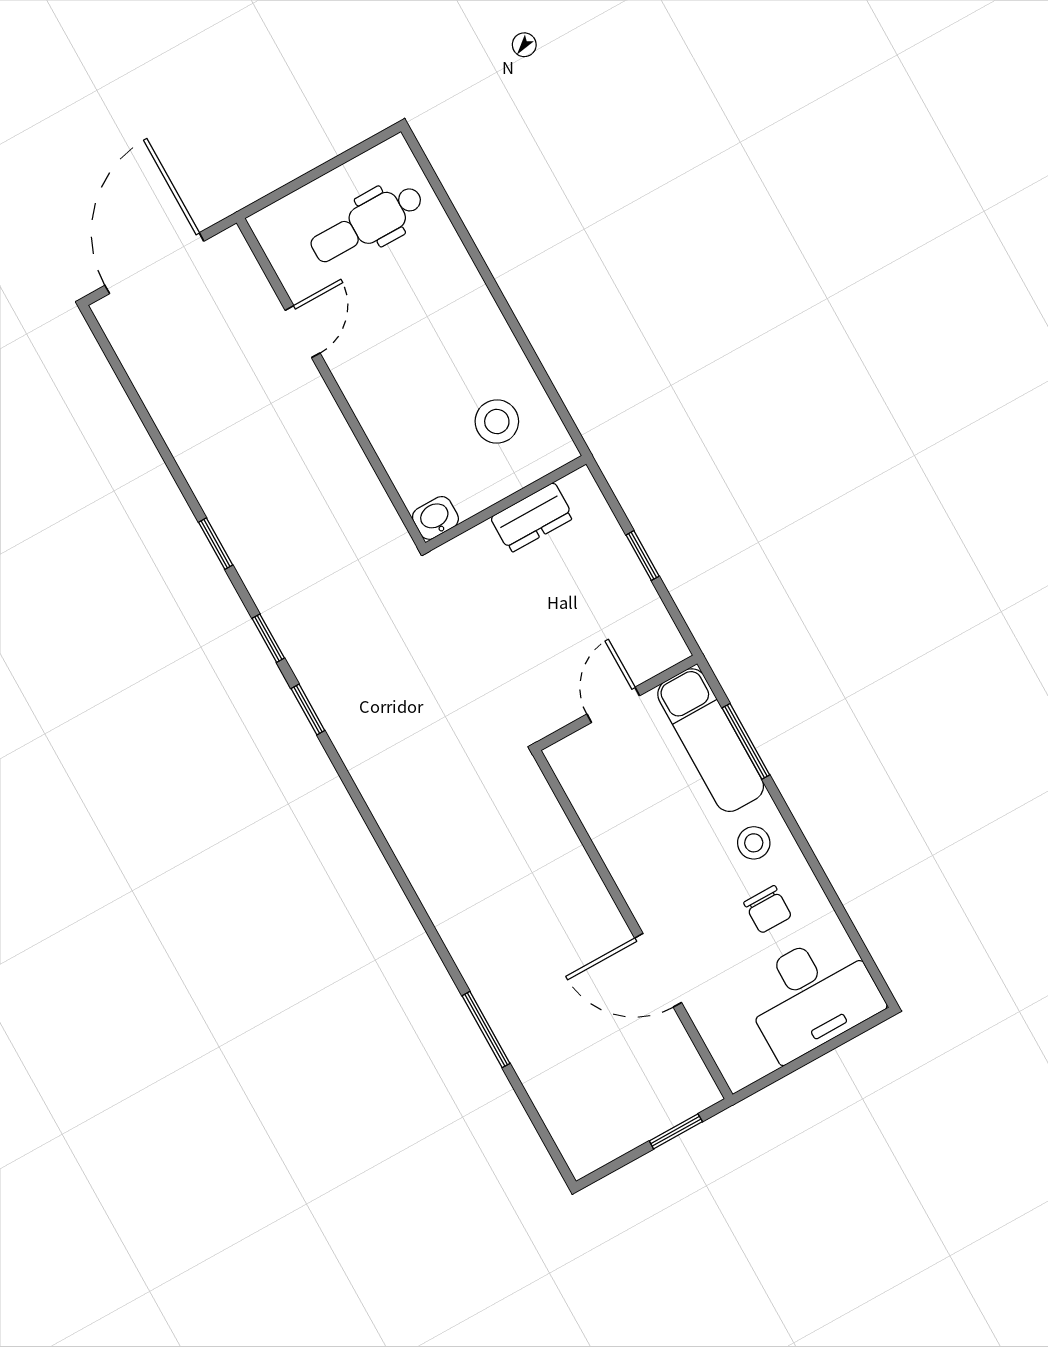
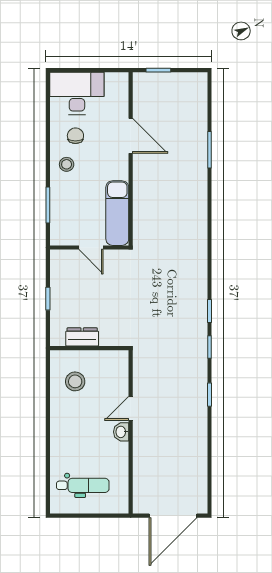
door: (303, 332) -> (131, 408), moved
washbasin: (435, 518) -> (121, 432), moved, turned 90
door: (613, 705) -> (91, 247), hinge flipped
exam couch: (711, 740) -> (117, 213), moved, turned 180

